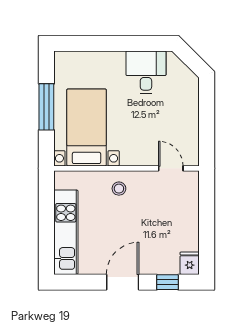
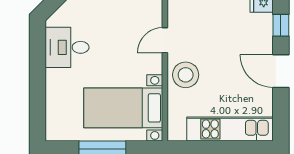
door: (171, 168) -> (165, 40), moved
stool: (119, 189) -> (186, 75), width x1.89, depth x1.89

